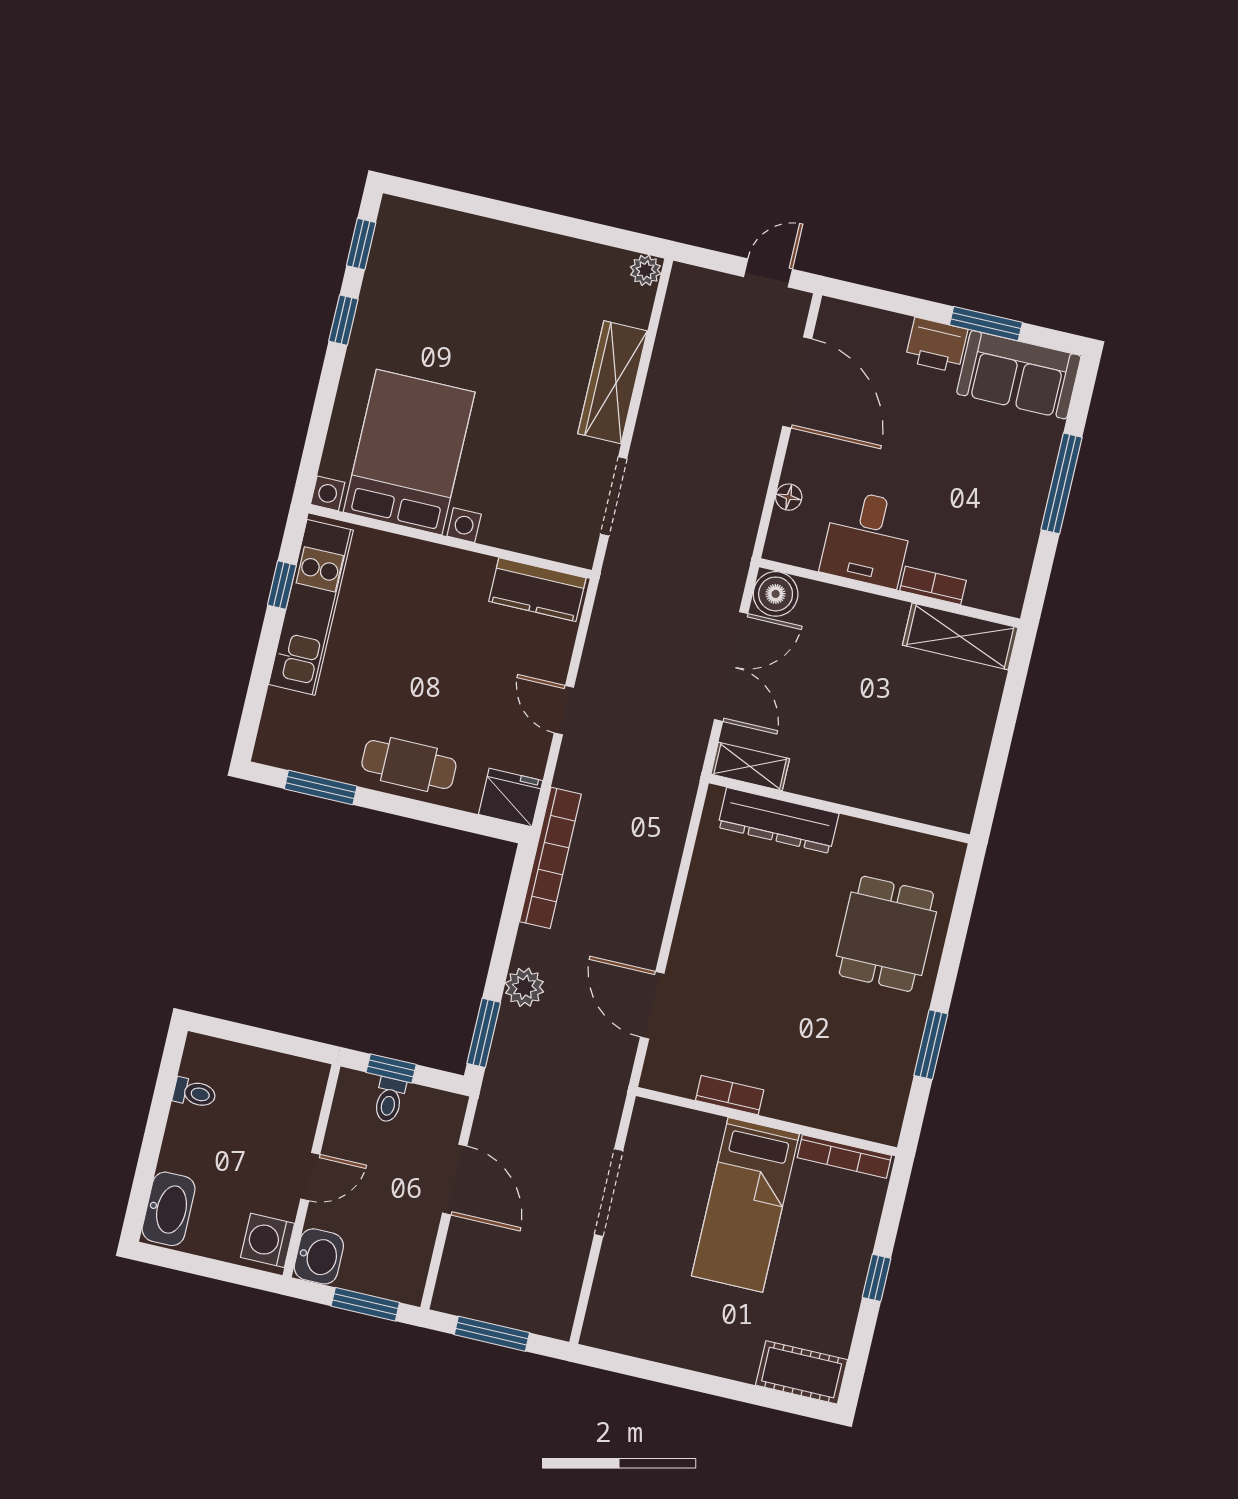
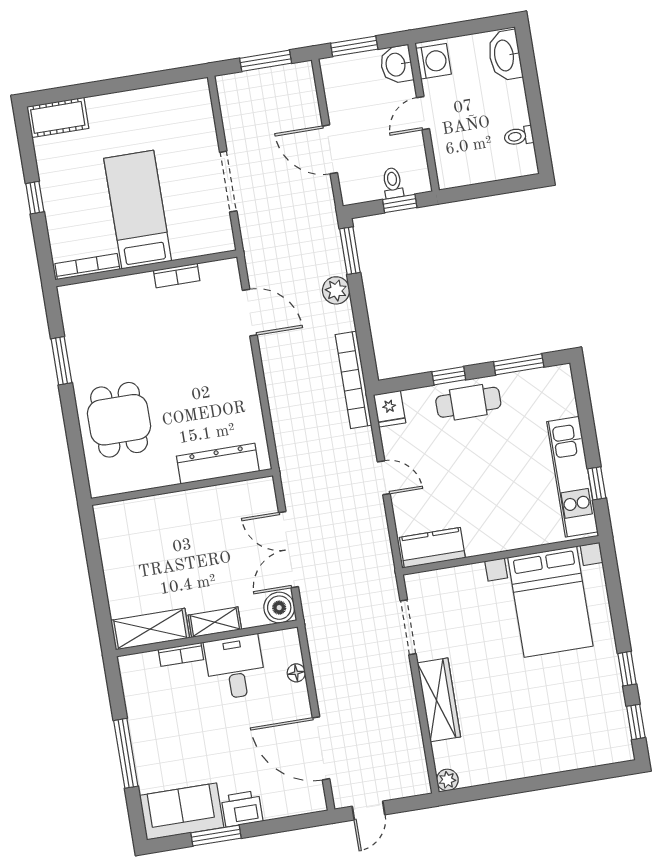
shelving: (750, 766) -> (215, 622), moved
fridge: (511, 797) -> (390, 409), width x0.72
window: (421, 811) -> (449, 376), added

